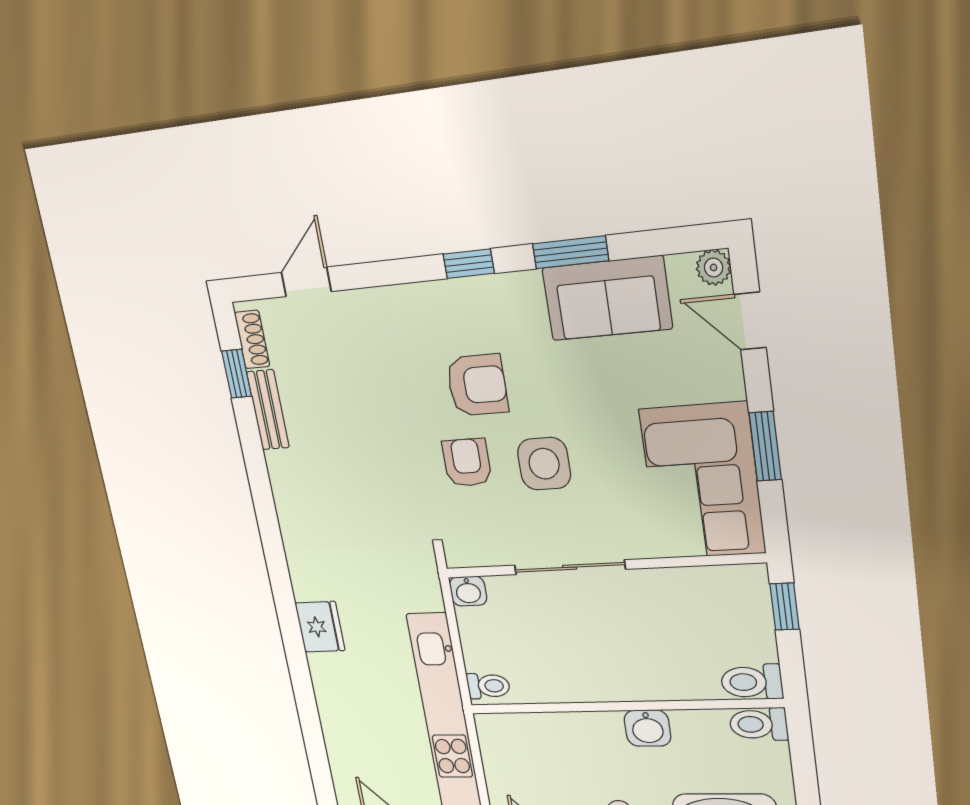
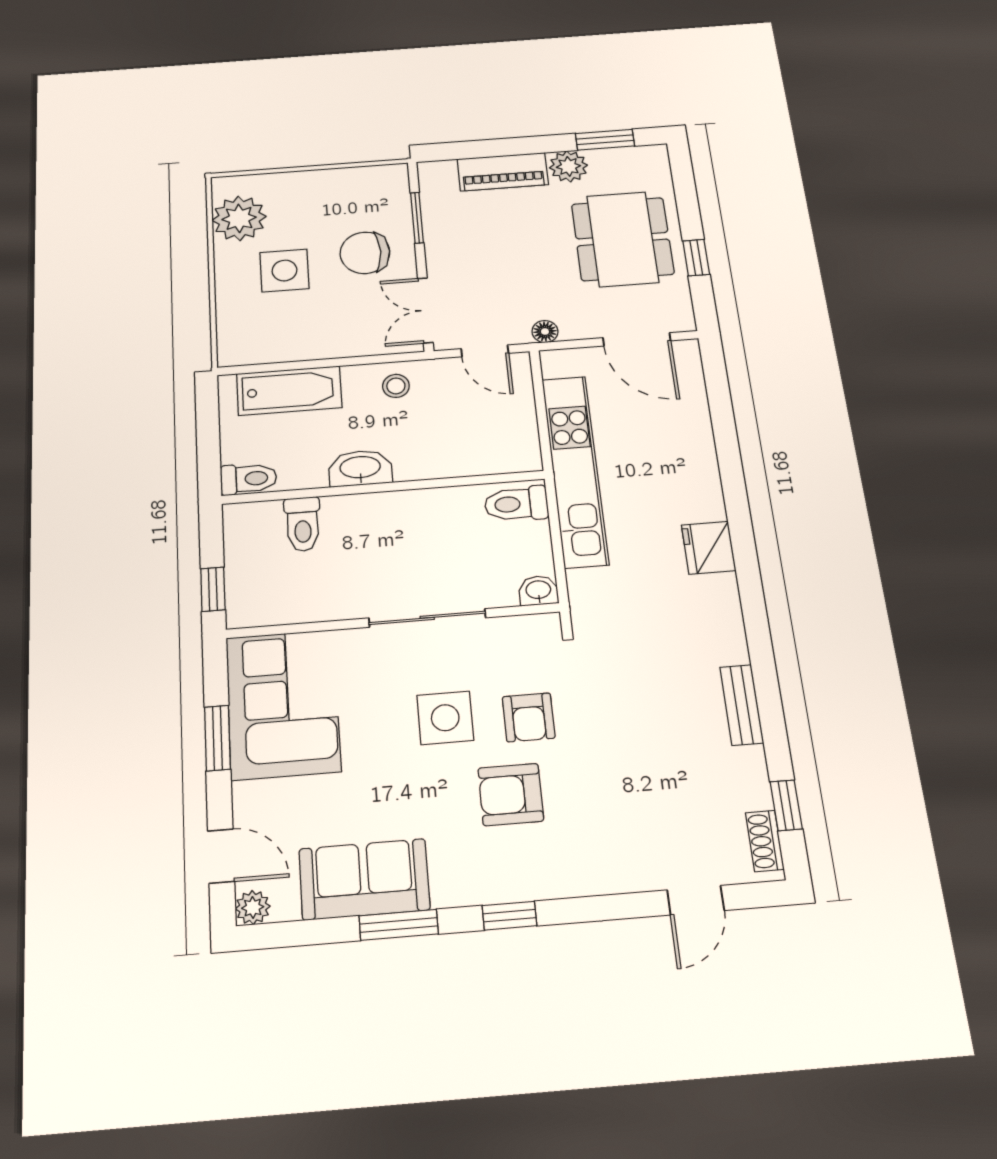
bench: (268, 410) -> (742, 705), moved
toilet: (752, 682) -> (303, 524), moved, turned 90
toilet: (488, 686) -> (516, 504), width x1.37, depth x1.39
washbasin: (648, 728) -> (360, 468), width x1.38

